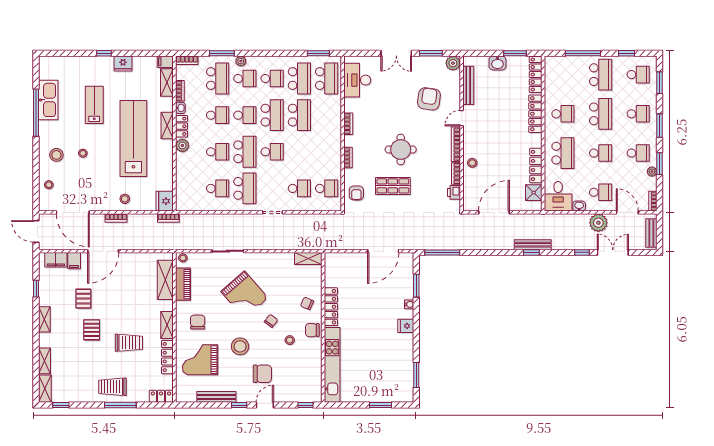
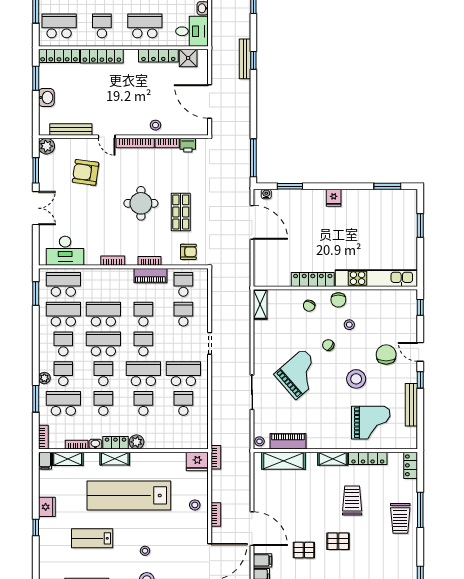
school desk: (563, 75) -> (59, 26), added
school desk: (299, 152) -> (143, 314), added
piano: (335, 158) -> (150, 276), added
water cooler: (409, 304) -> (266, 194), moved
chair: (198, 322) -> (330, 425), removed
grand piano: (200, 360) -> (371, 423), turned -90

